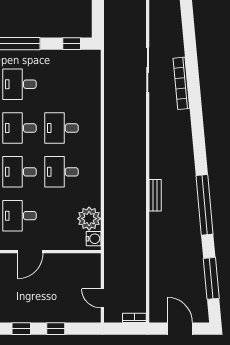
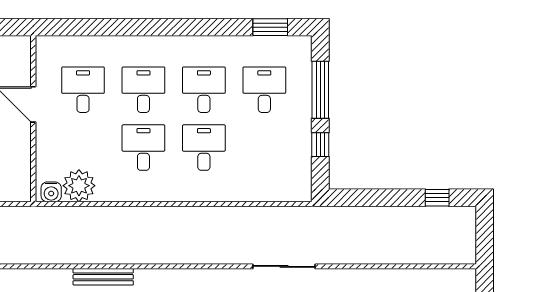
window: (72, 44) -> (320, 145), moved
bench: (155, 195) -> (103, 277), width x1.36

